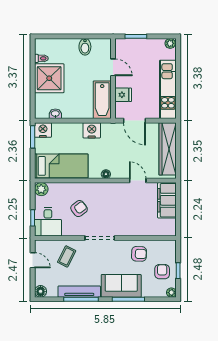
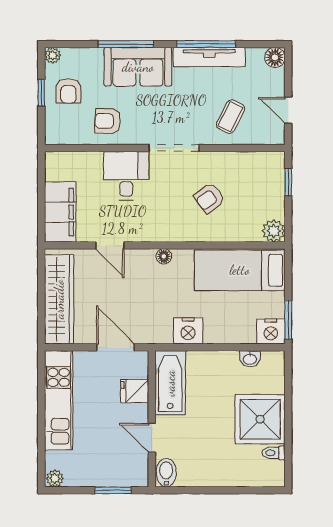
bidet: (85, 47) -> (166, 473), moved
desk: (48, 222) -> (126, 176), moved

